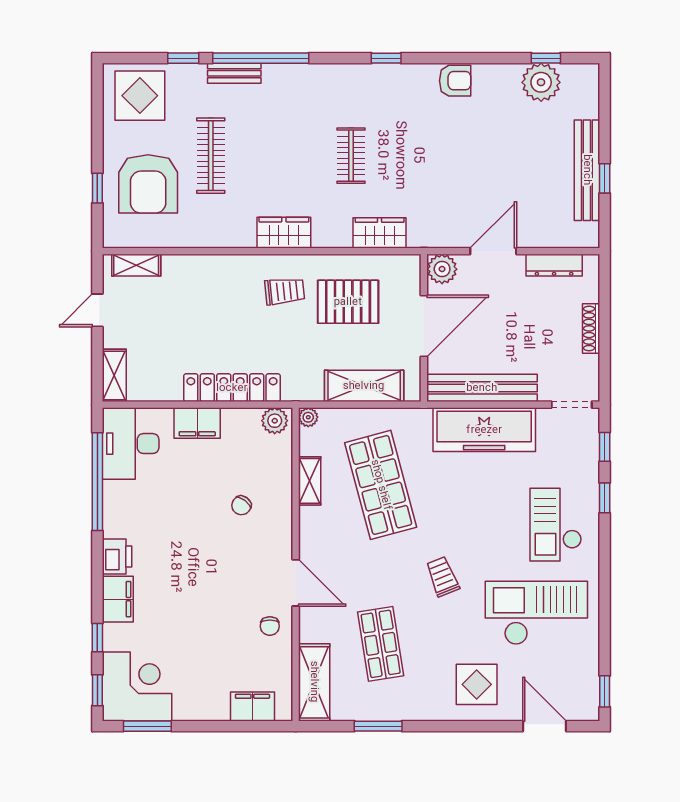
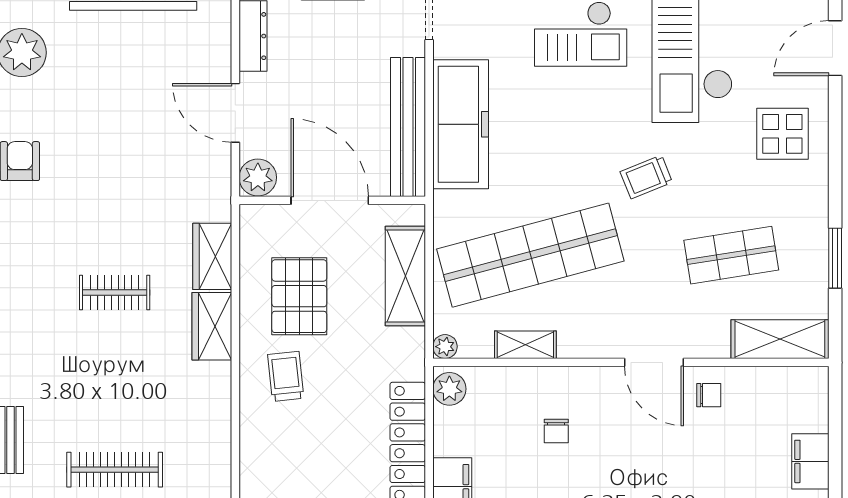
wardrobe: (284, 233) -> (212, 326), moved
shop shelf: (381, 485) -> (530, 255), width x1.40
chair: (241, 505) -> (556, 431), turned 53
door: (296, 583) -> (654, 362), swing flipped
filing cabinet: (252, 706) -> (810, 461), moved

